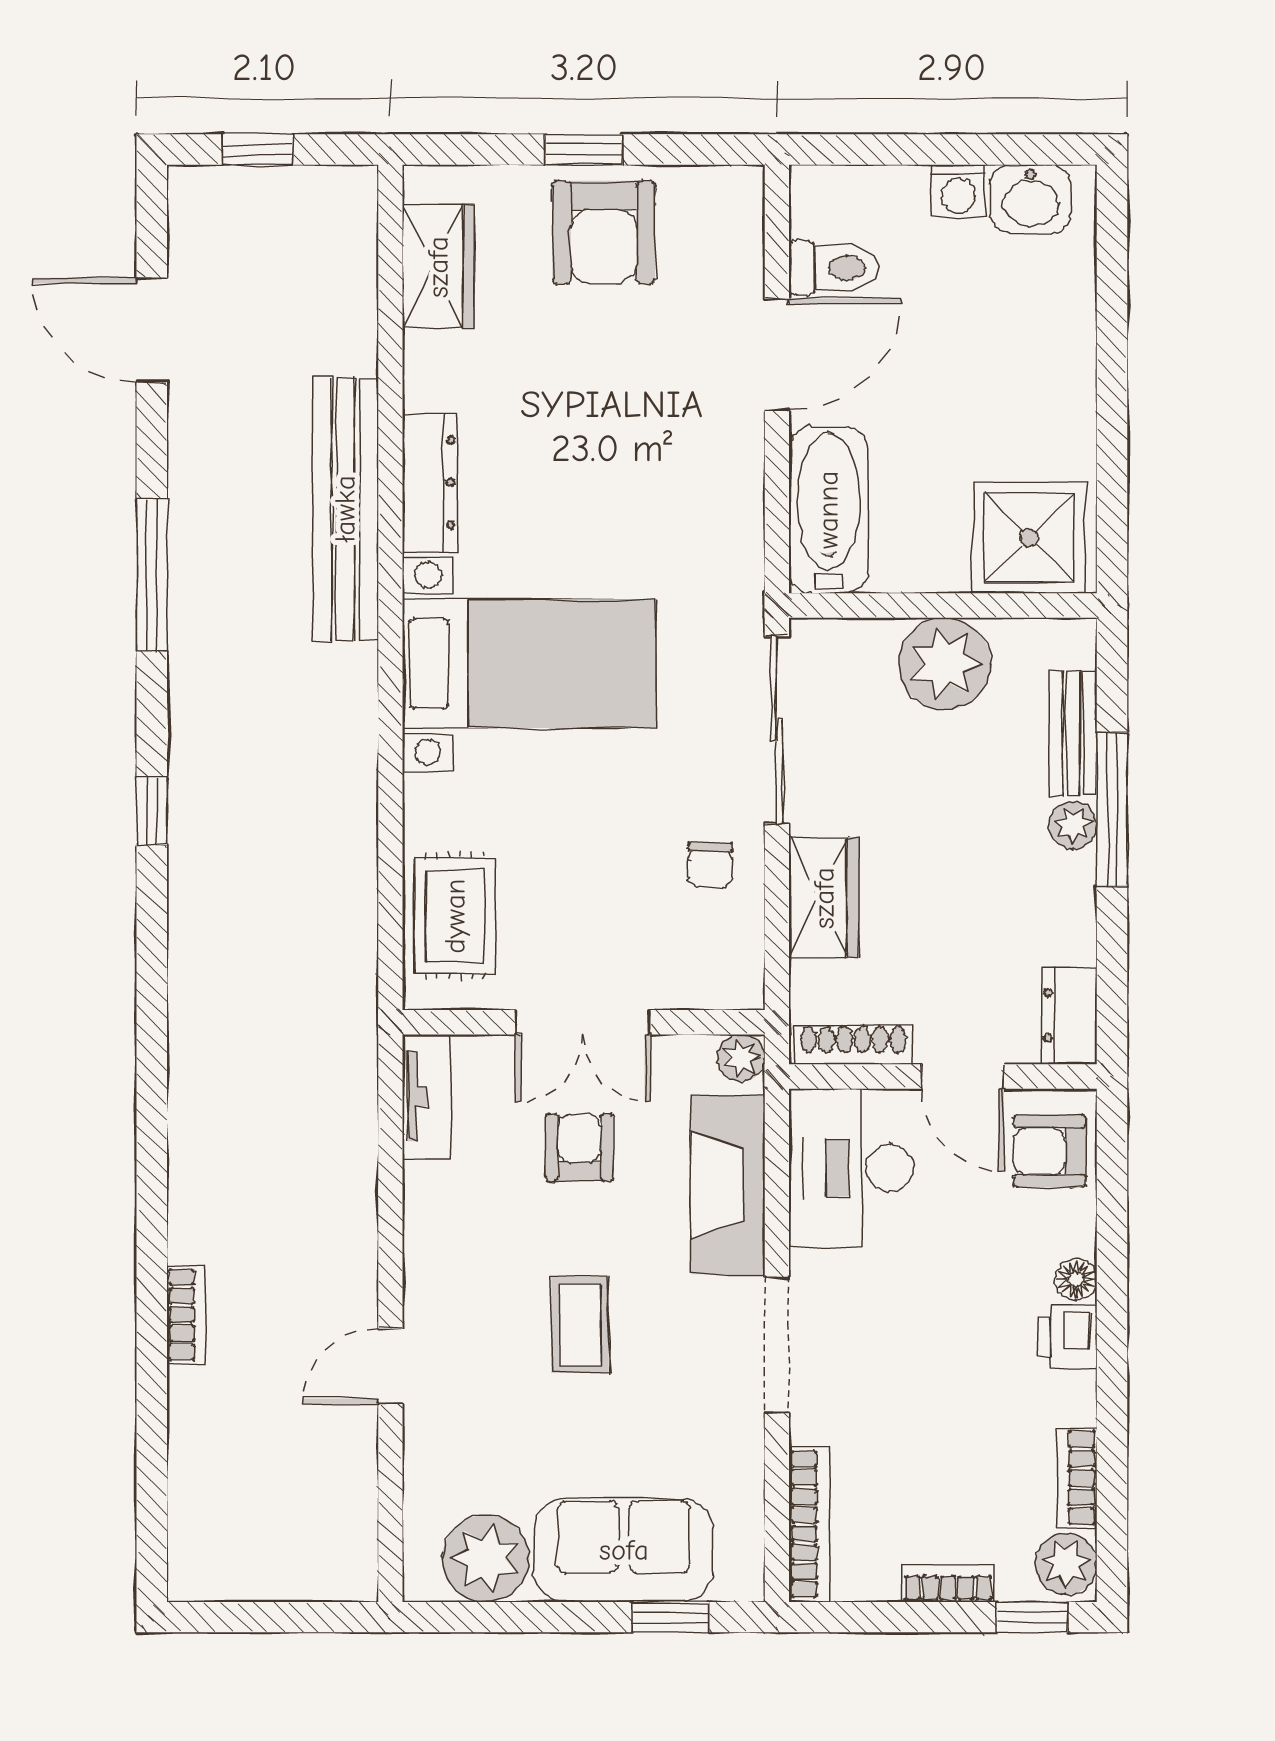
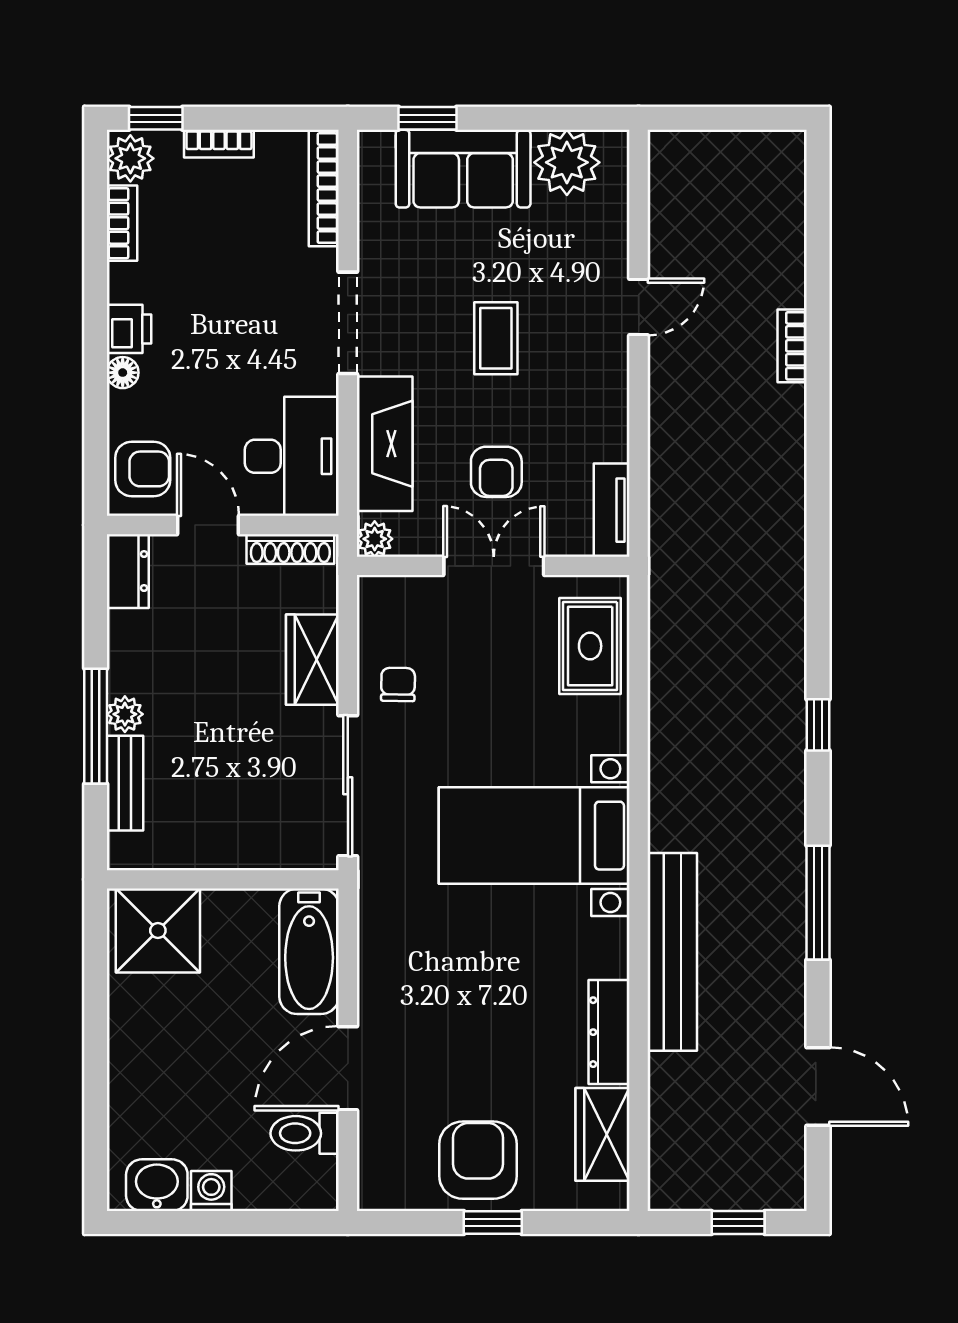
dresser: (430, 482) -> (609, 1032), moved
plant: (945, 664) -> (221, 836), removed

